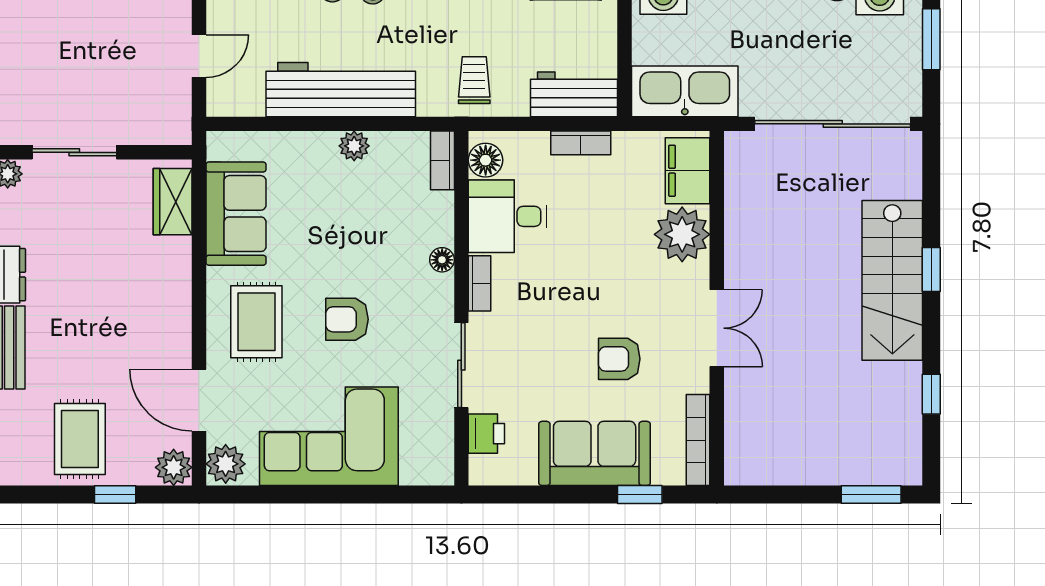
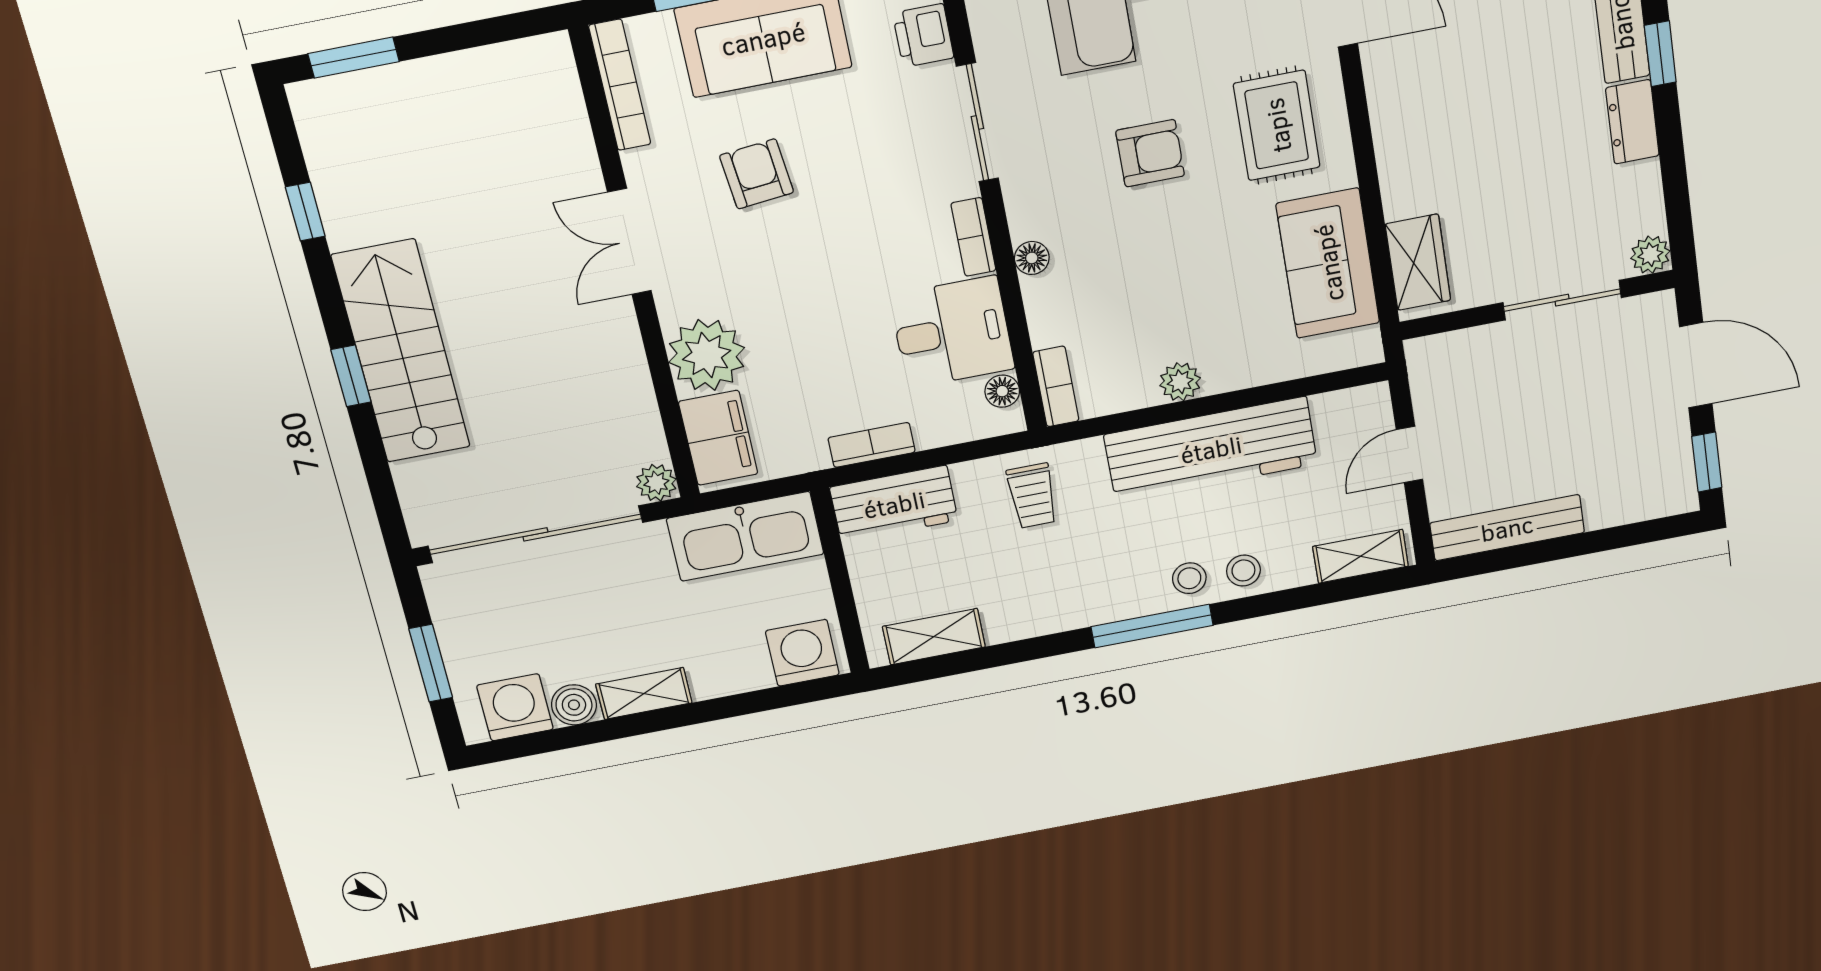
plant: (738, 146) -> (656, 483), added
floor lamp: (486, 160) -> (1002, 391), width x0.73, depth x0.73
armchair: (619, 359) -> (757, 174), turned -96

